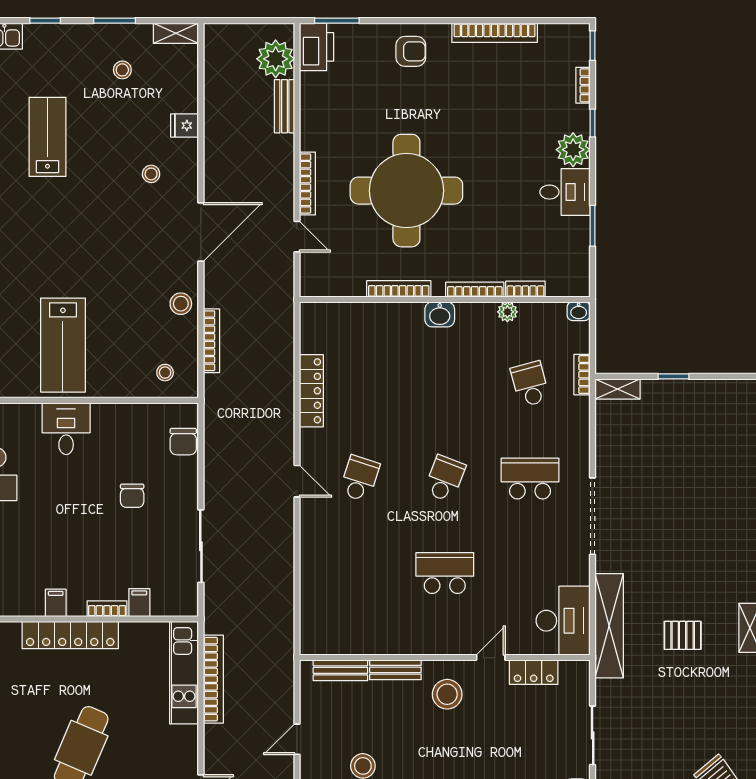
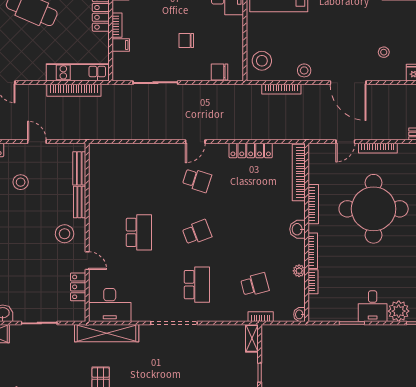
bookcase: (347, 312) -> (299, 173), added
stool: (165, 373) -> (262, 61), width x1.89, depth x1.89
school desk: (445, 478) -> (197, 232), turned -42

